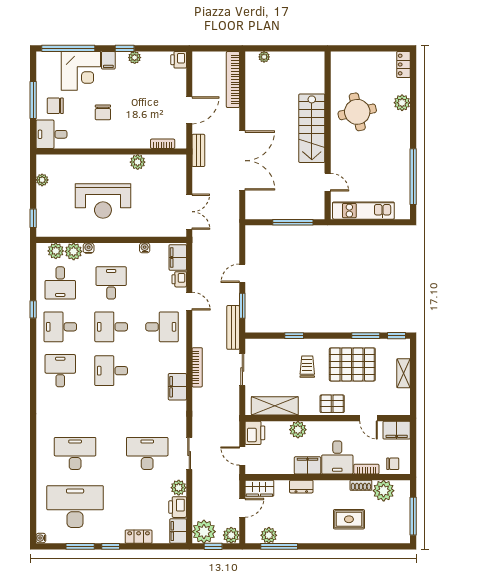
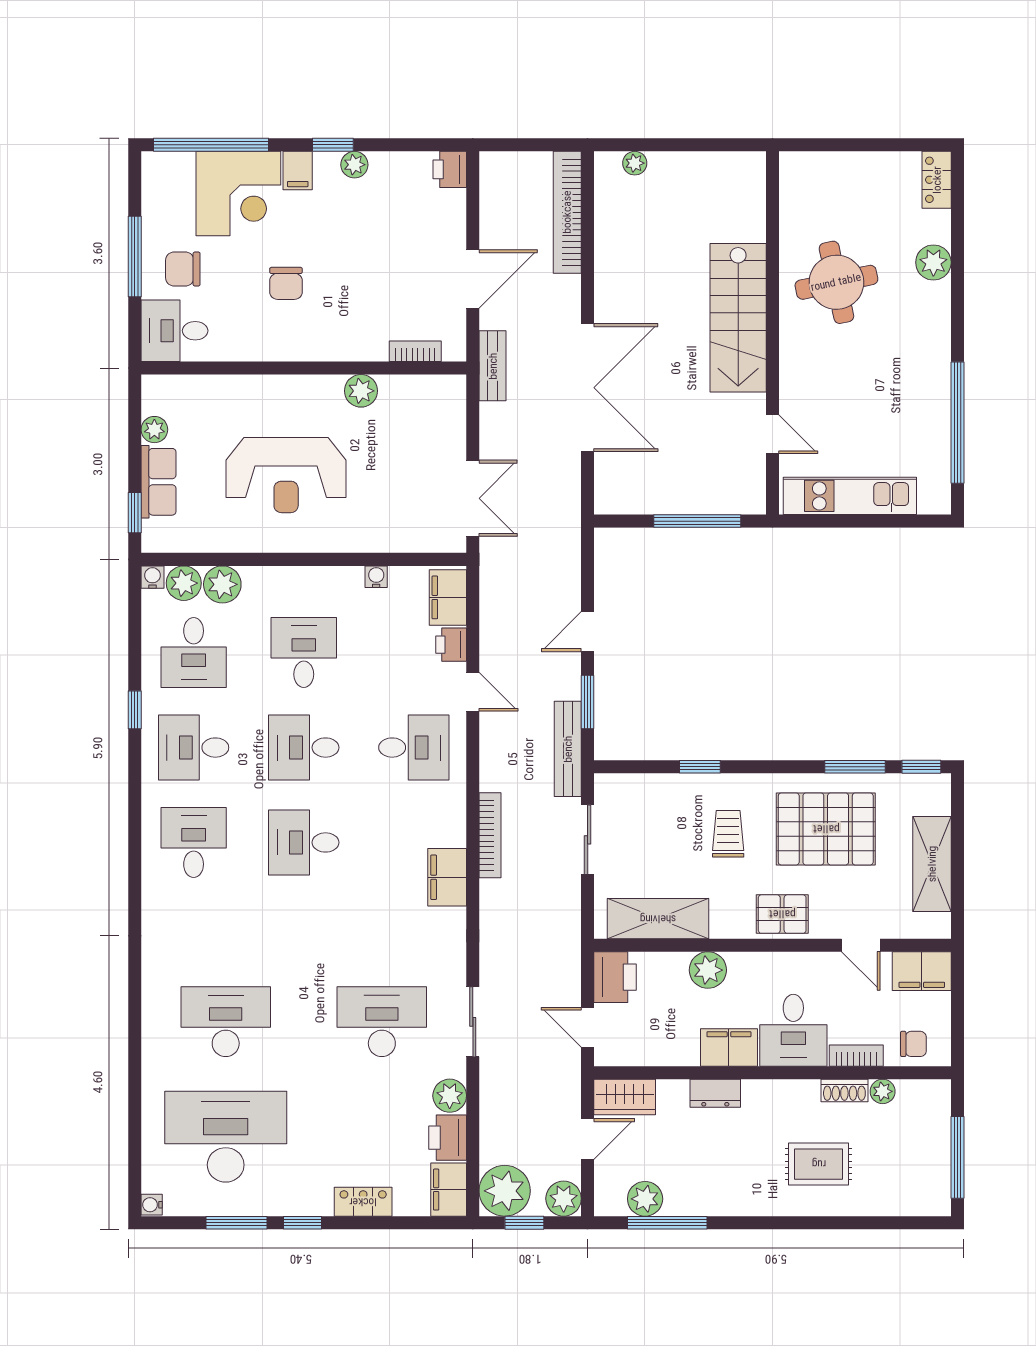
row of seats: (44, 204) -> (159, 482), added
water cooler: (89, 248) -> (152, 577), moved
shelving: (404, 373) -> (932, 864), width x1.50, depth x1.33
plant: (384, 491) -> (883, 1091), width x0.53, depth x0.53

